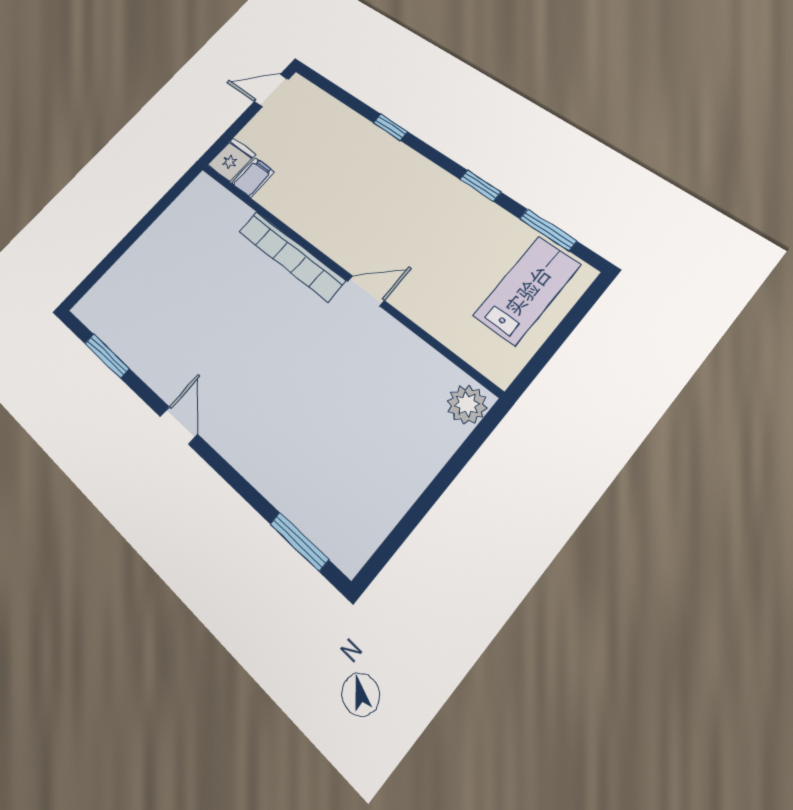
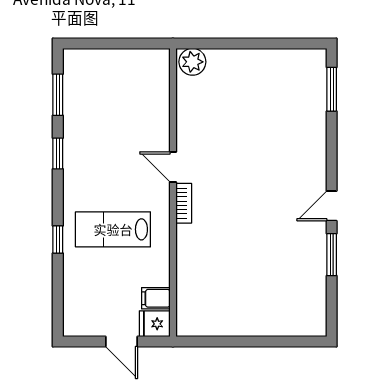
door: (271, 90) -> (121, 342), moved
bookcase: (291, 255) -> (184, 203), width x0.43, depth x0.76
lab bench: (527, 290) -> (113, 229), moved
window: (107, 356) -> (332, 255), moved

